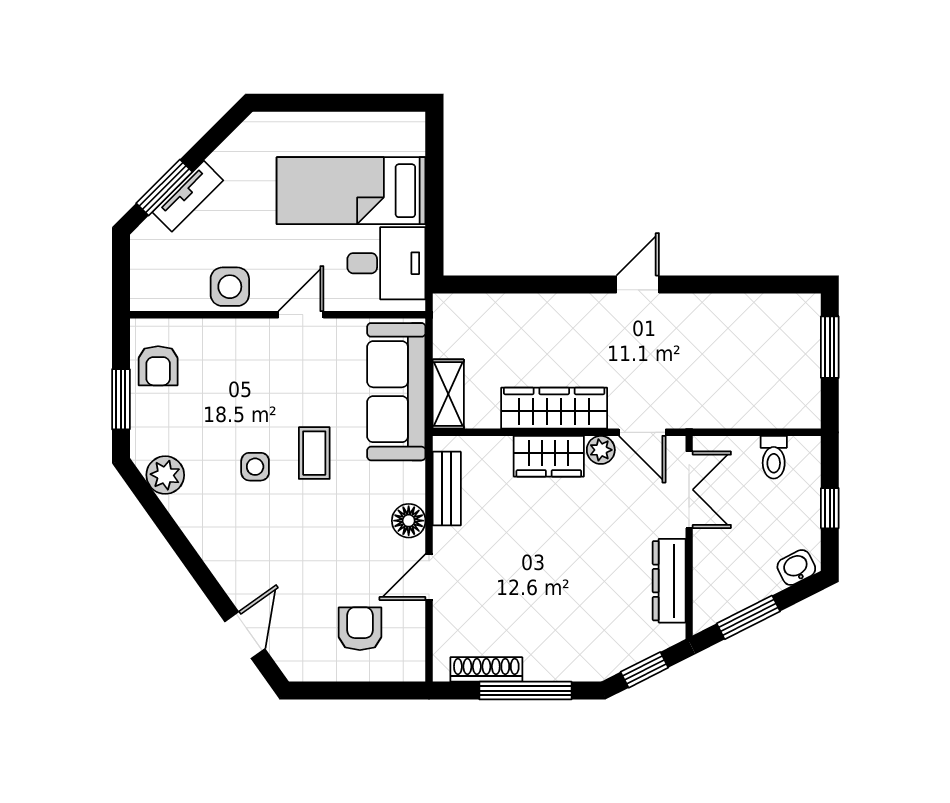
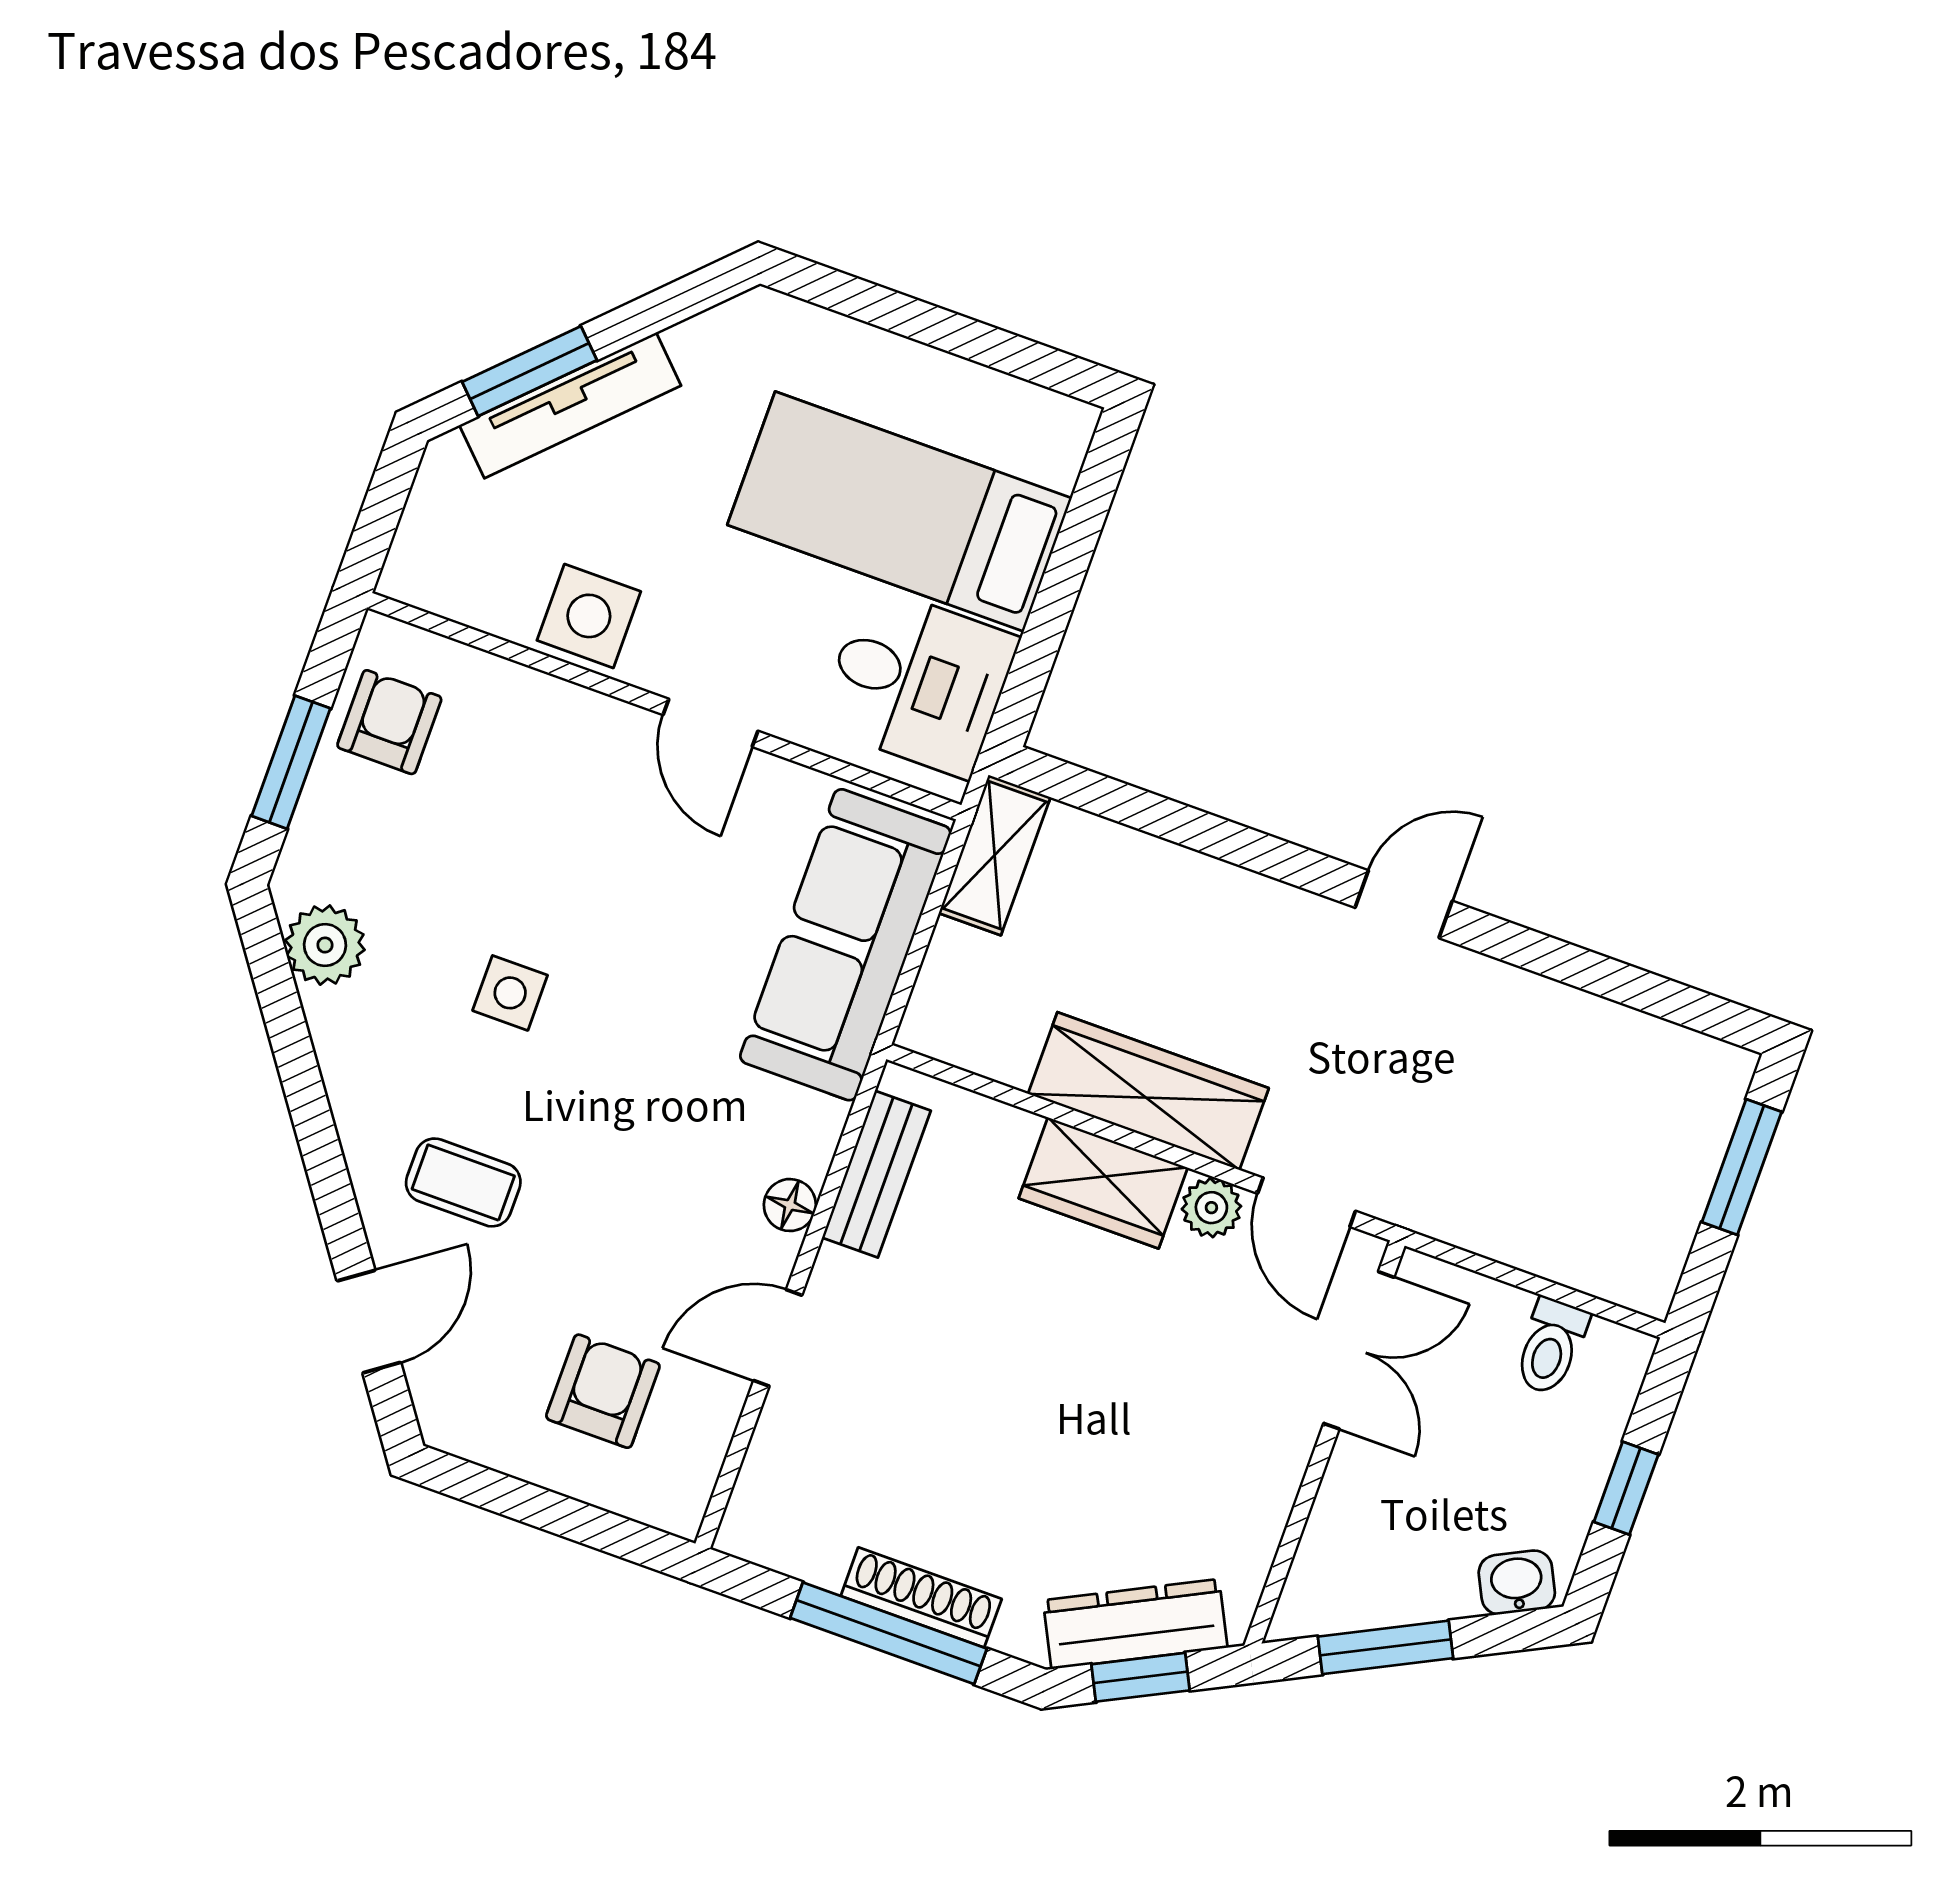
tv unit: (188, 196) -> (570, 405), width x1.41
door: (301, 315) -> (710, 723), swing flipped
armchair: (158, 366) -> (389, 722), turned 180
shelving: (448, 394) -> (995, 855), moved
coffee table: (314, 453) -> (463, 1182), moved, turned 90
floor lamp: (409, 521) -> (790, 1205), width x0.73, depth x0.73
dresser: (669, 581) -> (1135, 1624), moved, turned 63
shoe rack: (486, 669) -> (921, 1597), moved

